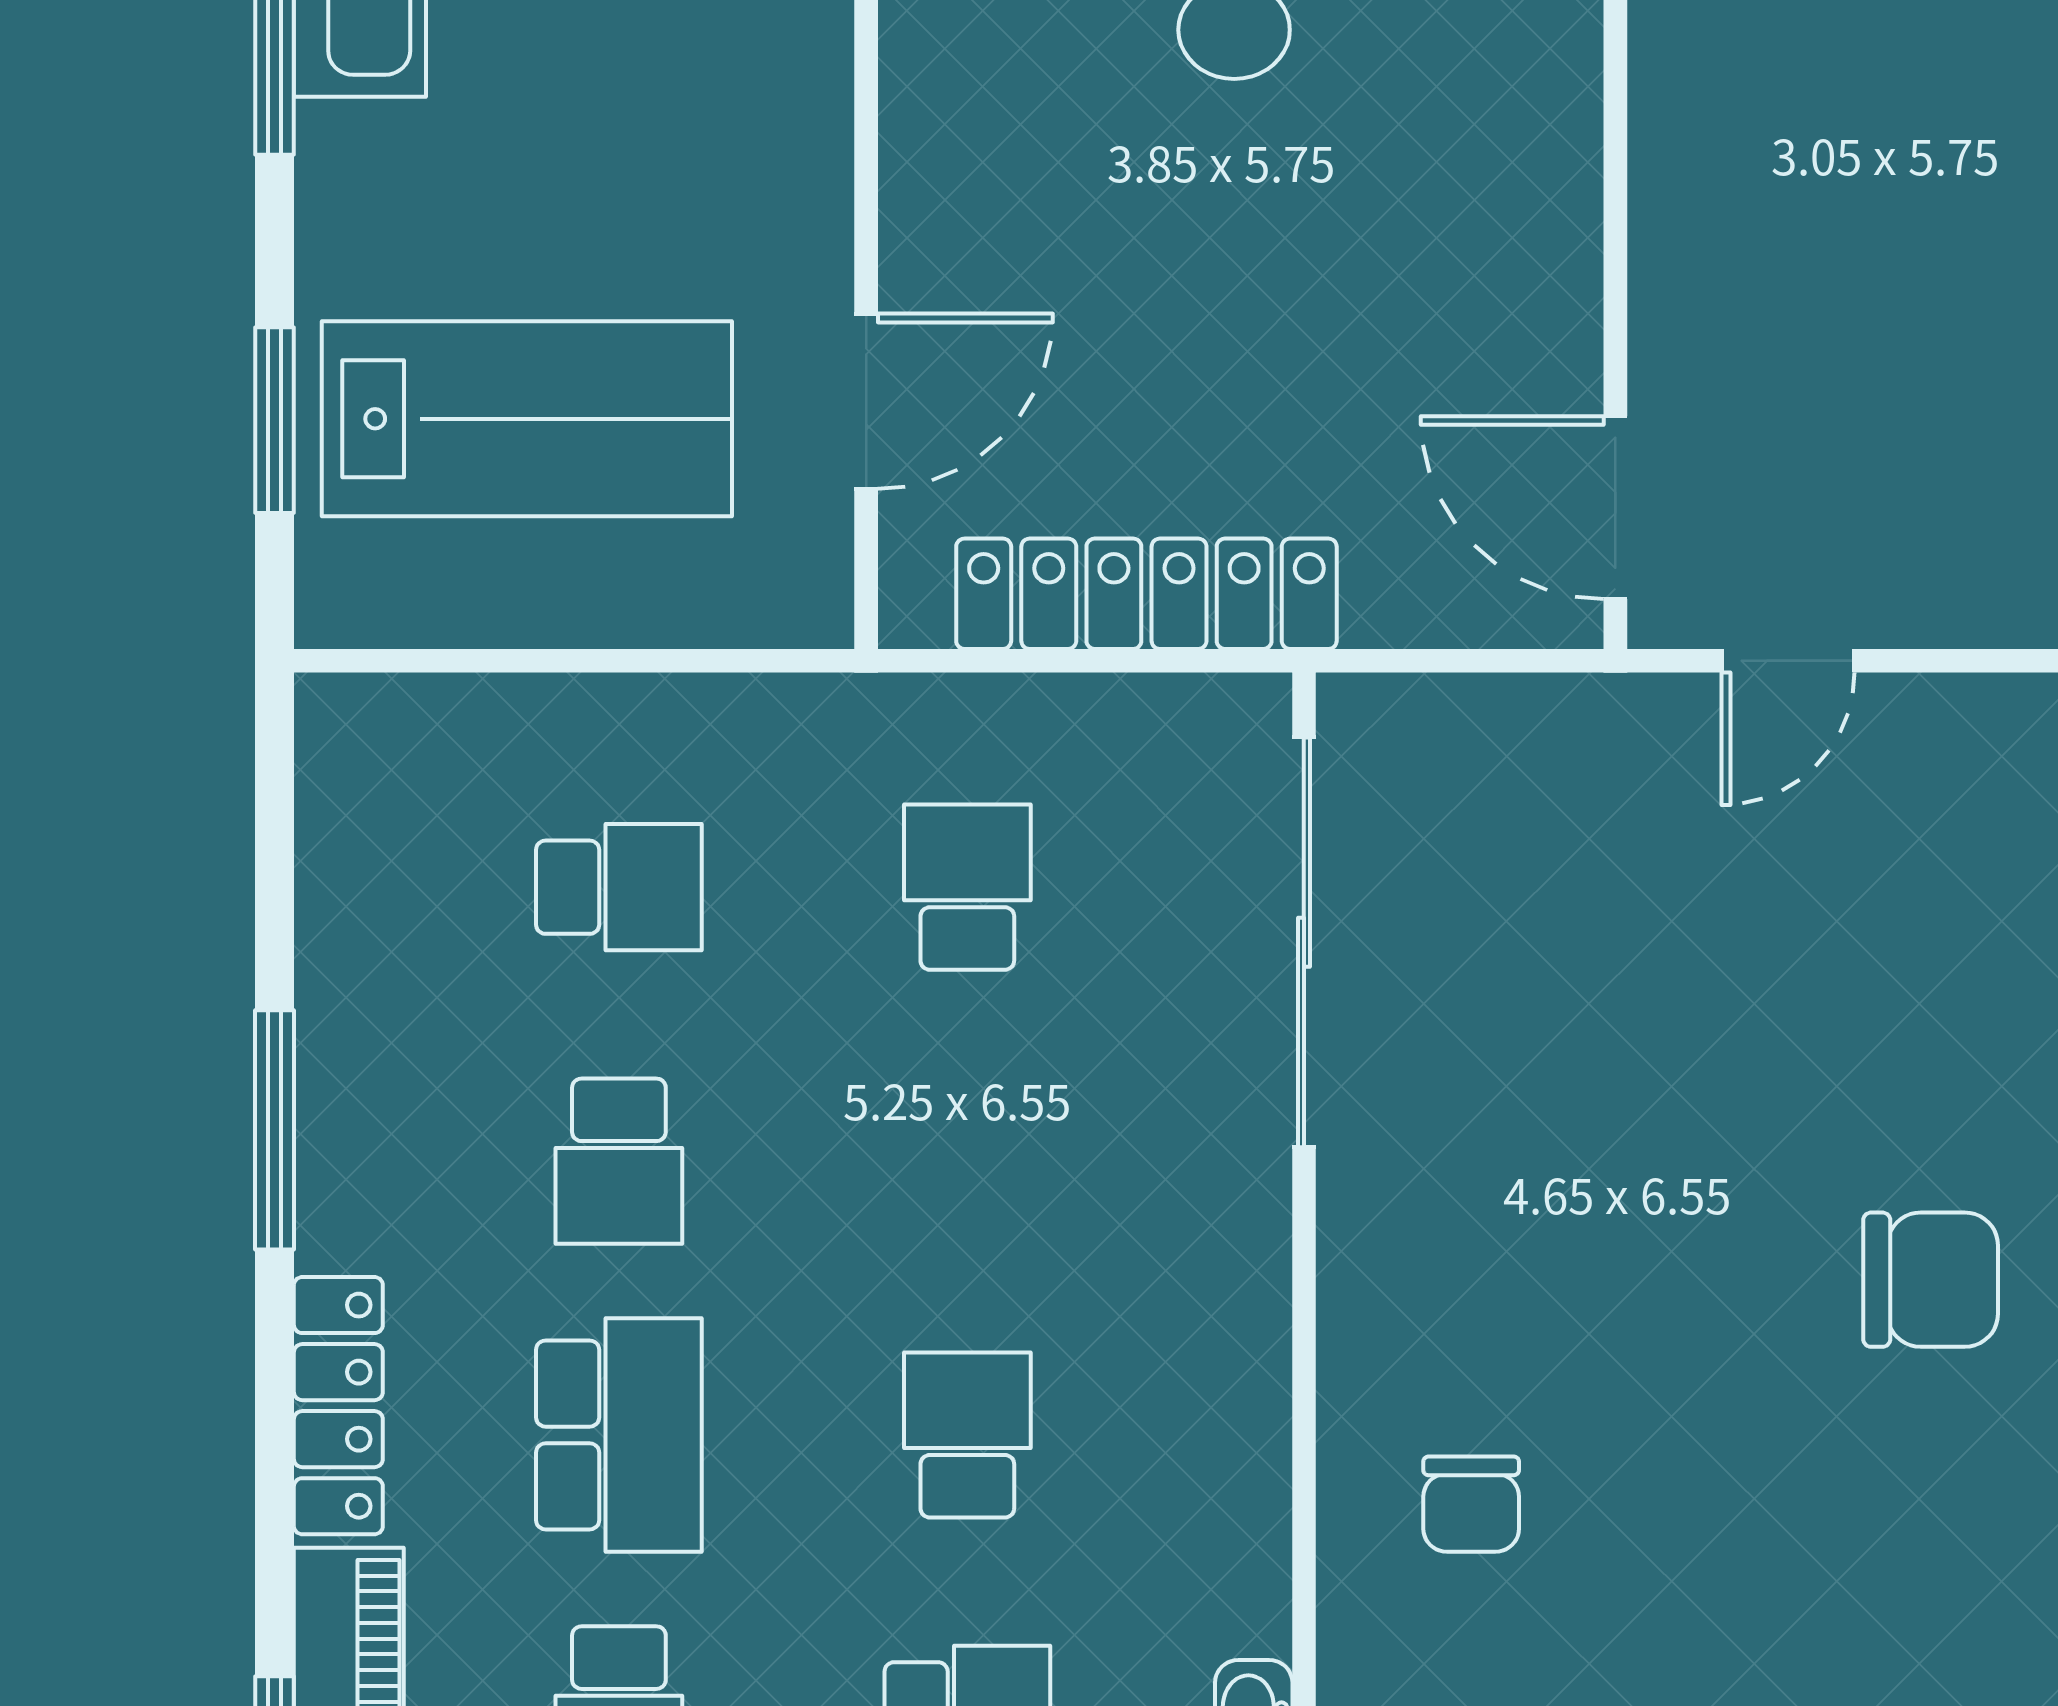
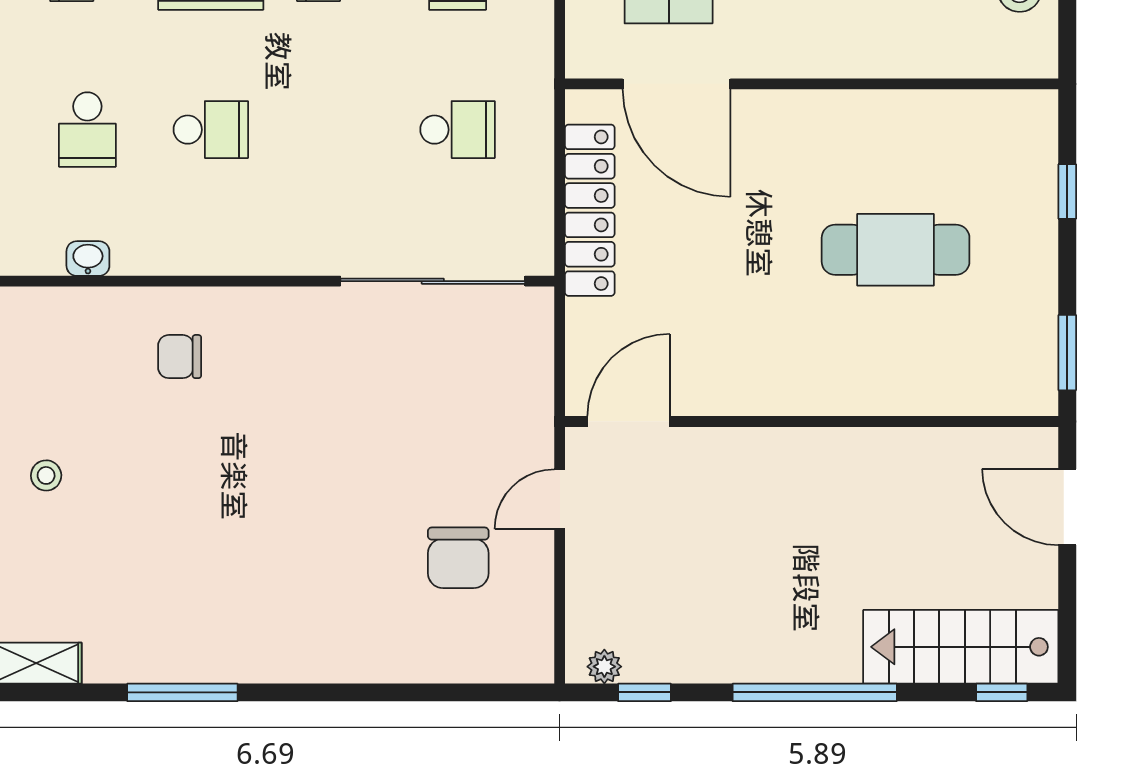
door: (866, 401) -> (677, 84), width x1.36
door: (1788, 661) -> (560, 499), hinge flipped
chair: (1931, 1280) -> (458, 558), moved

